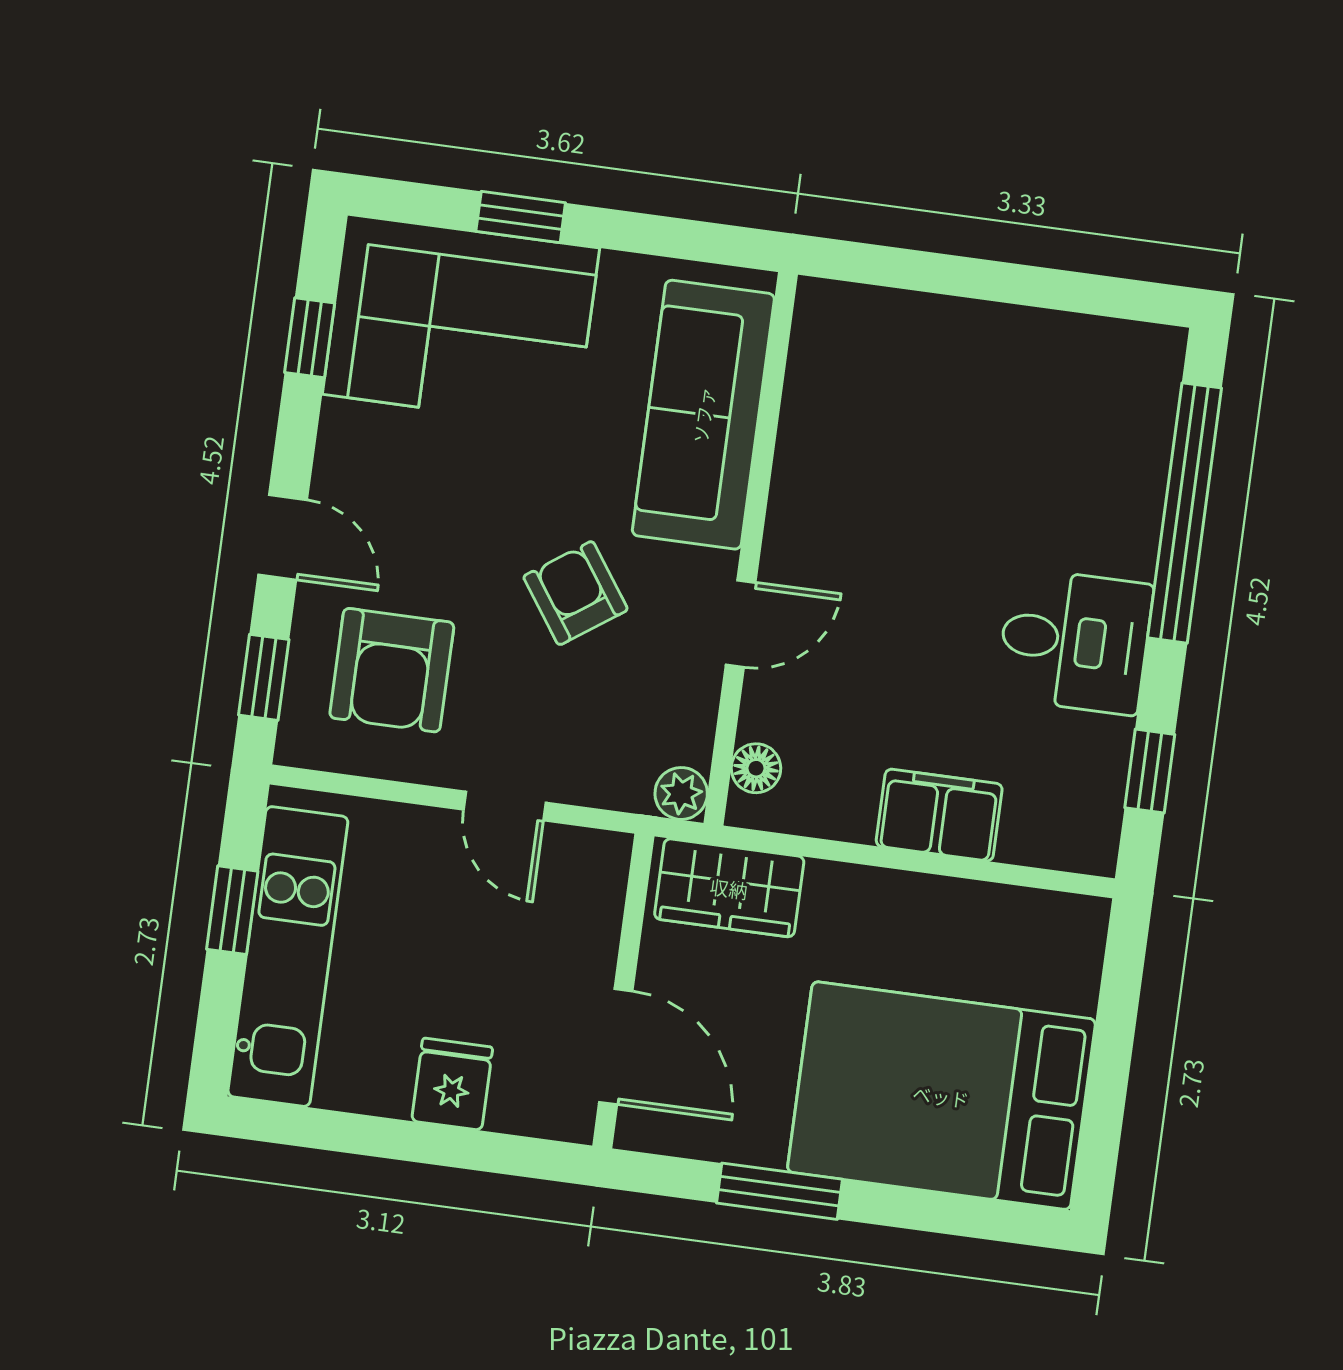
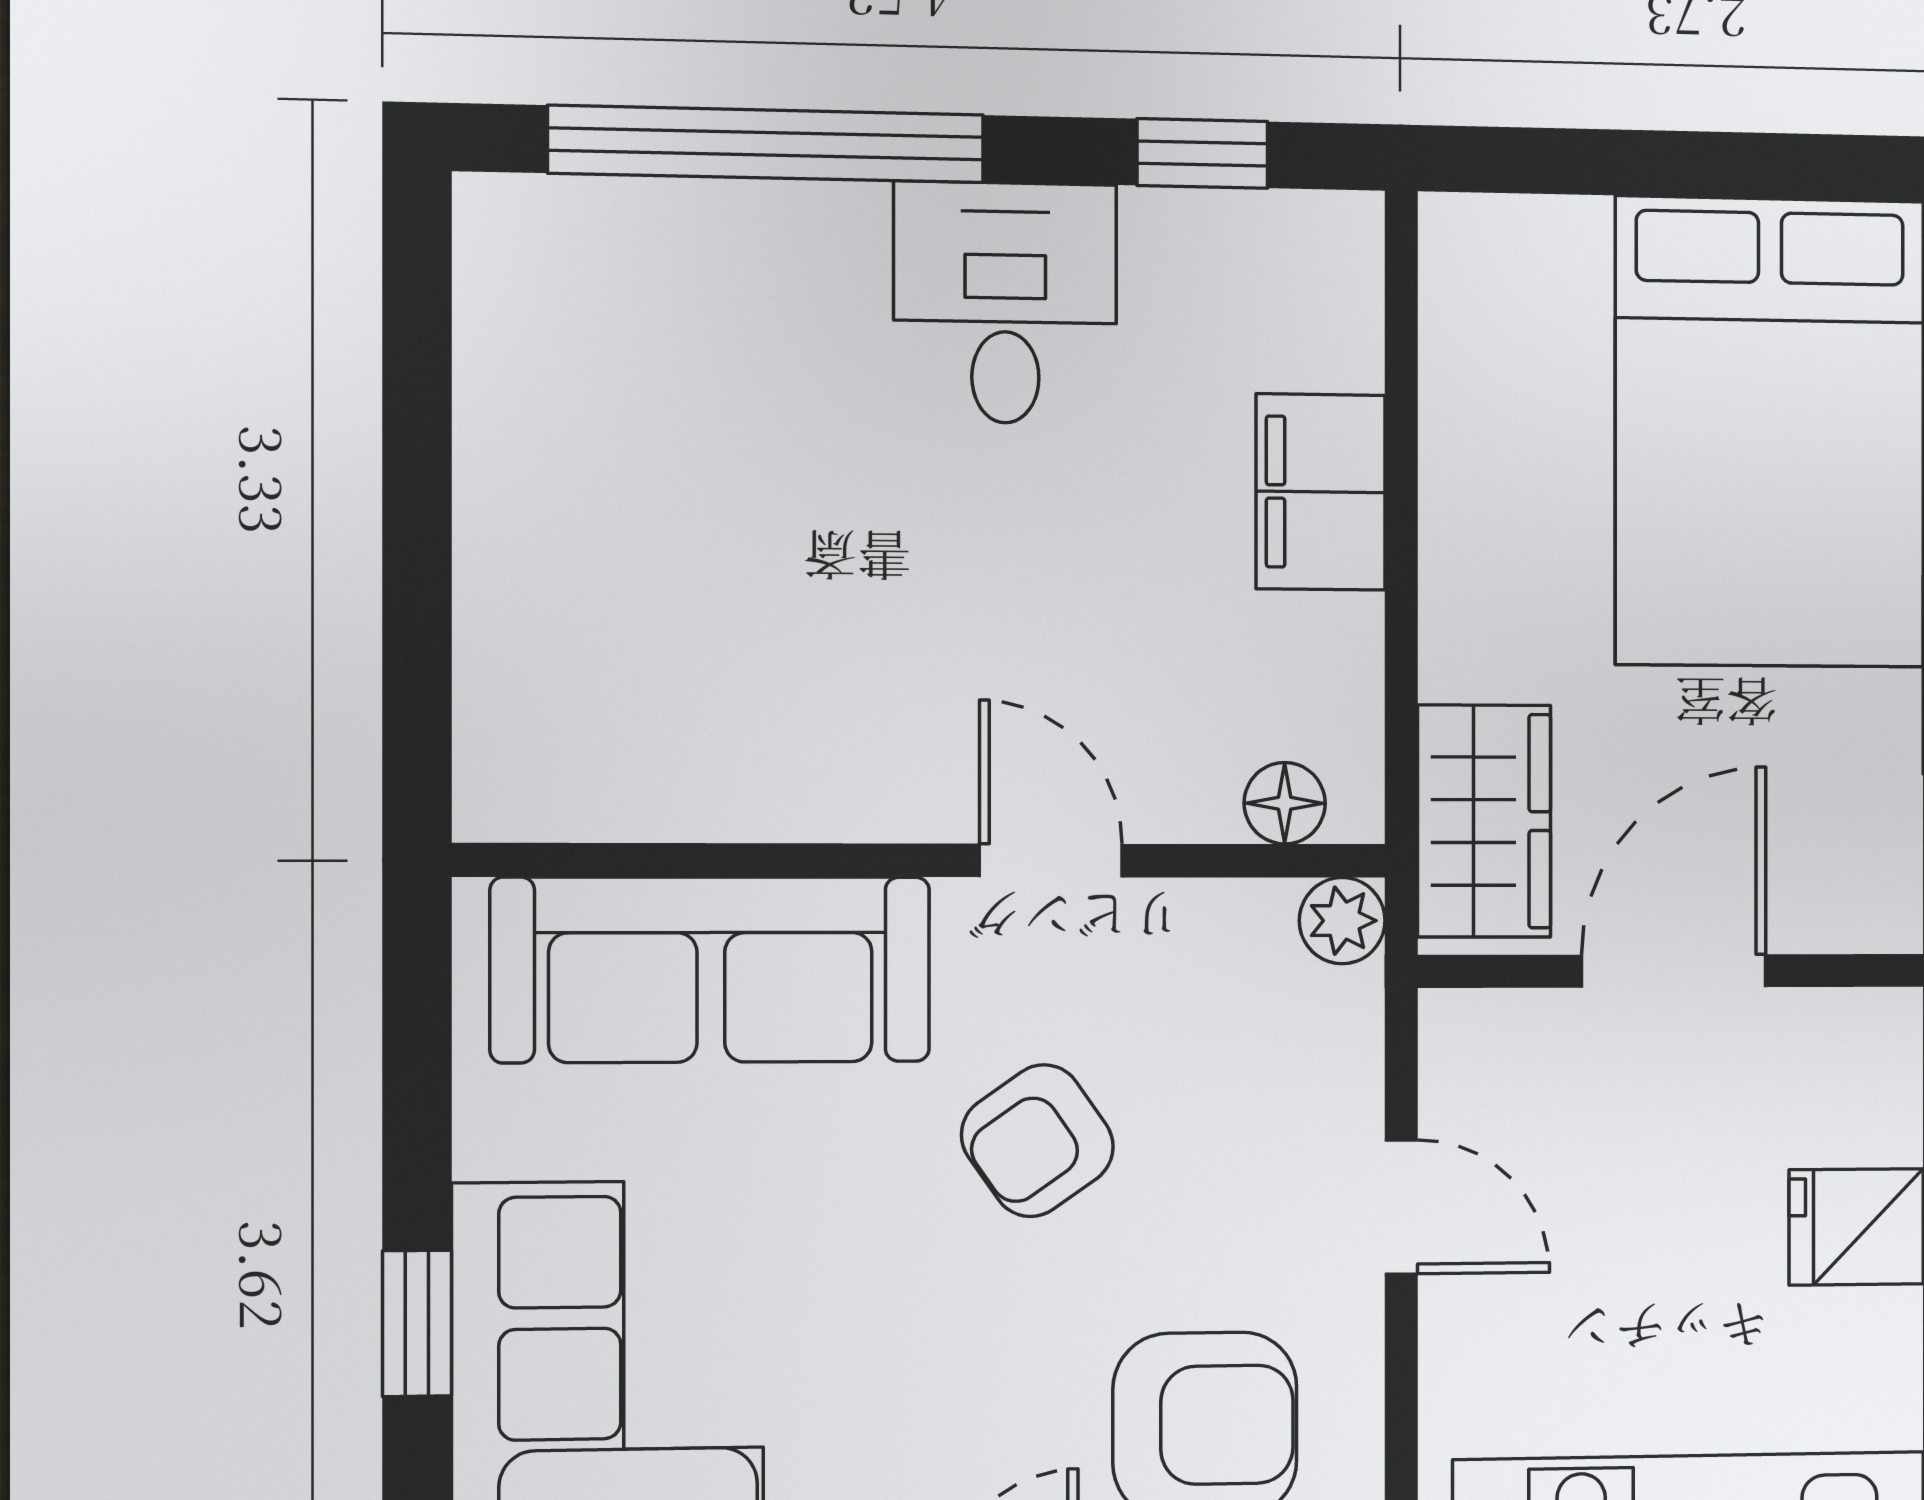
door: (505, 806) -> (1401, 1207), hinge flipped
door: (616, 1047) -> (1674, 971), moved

